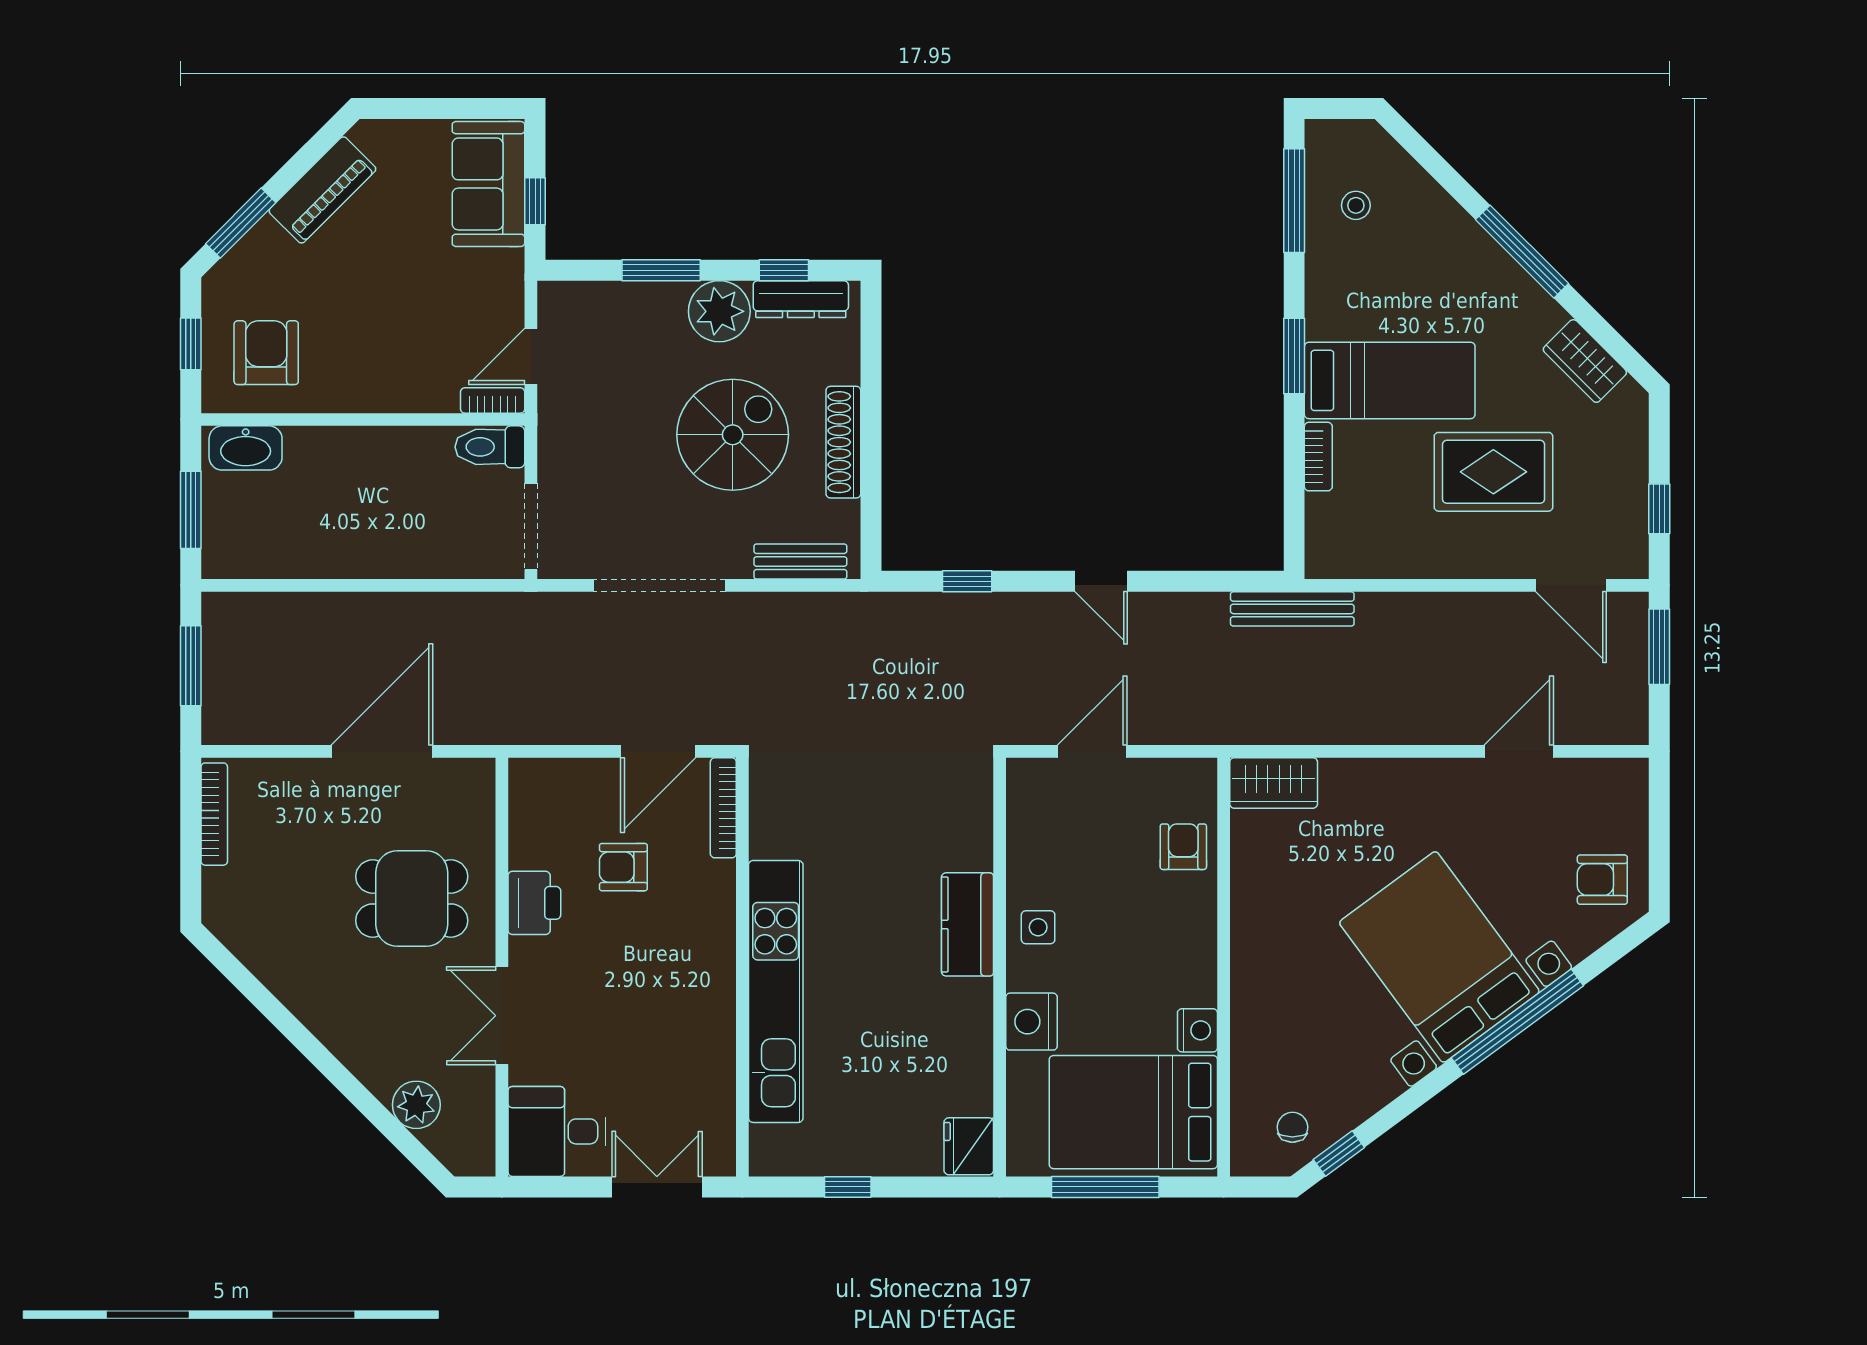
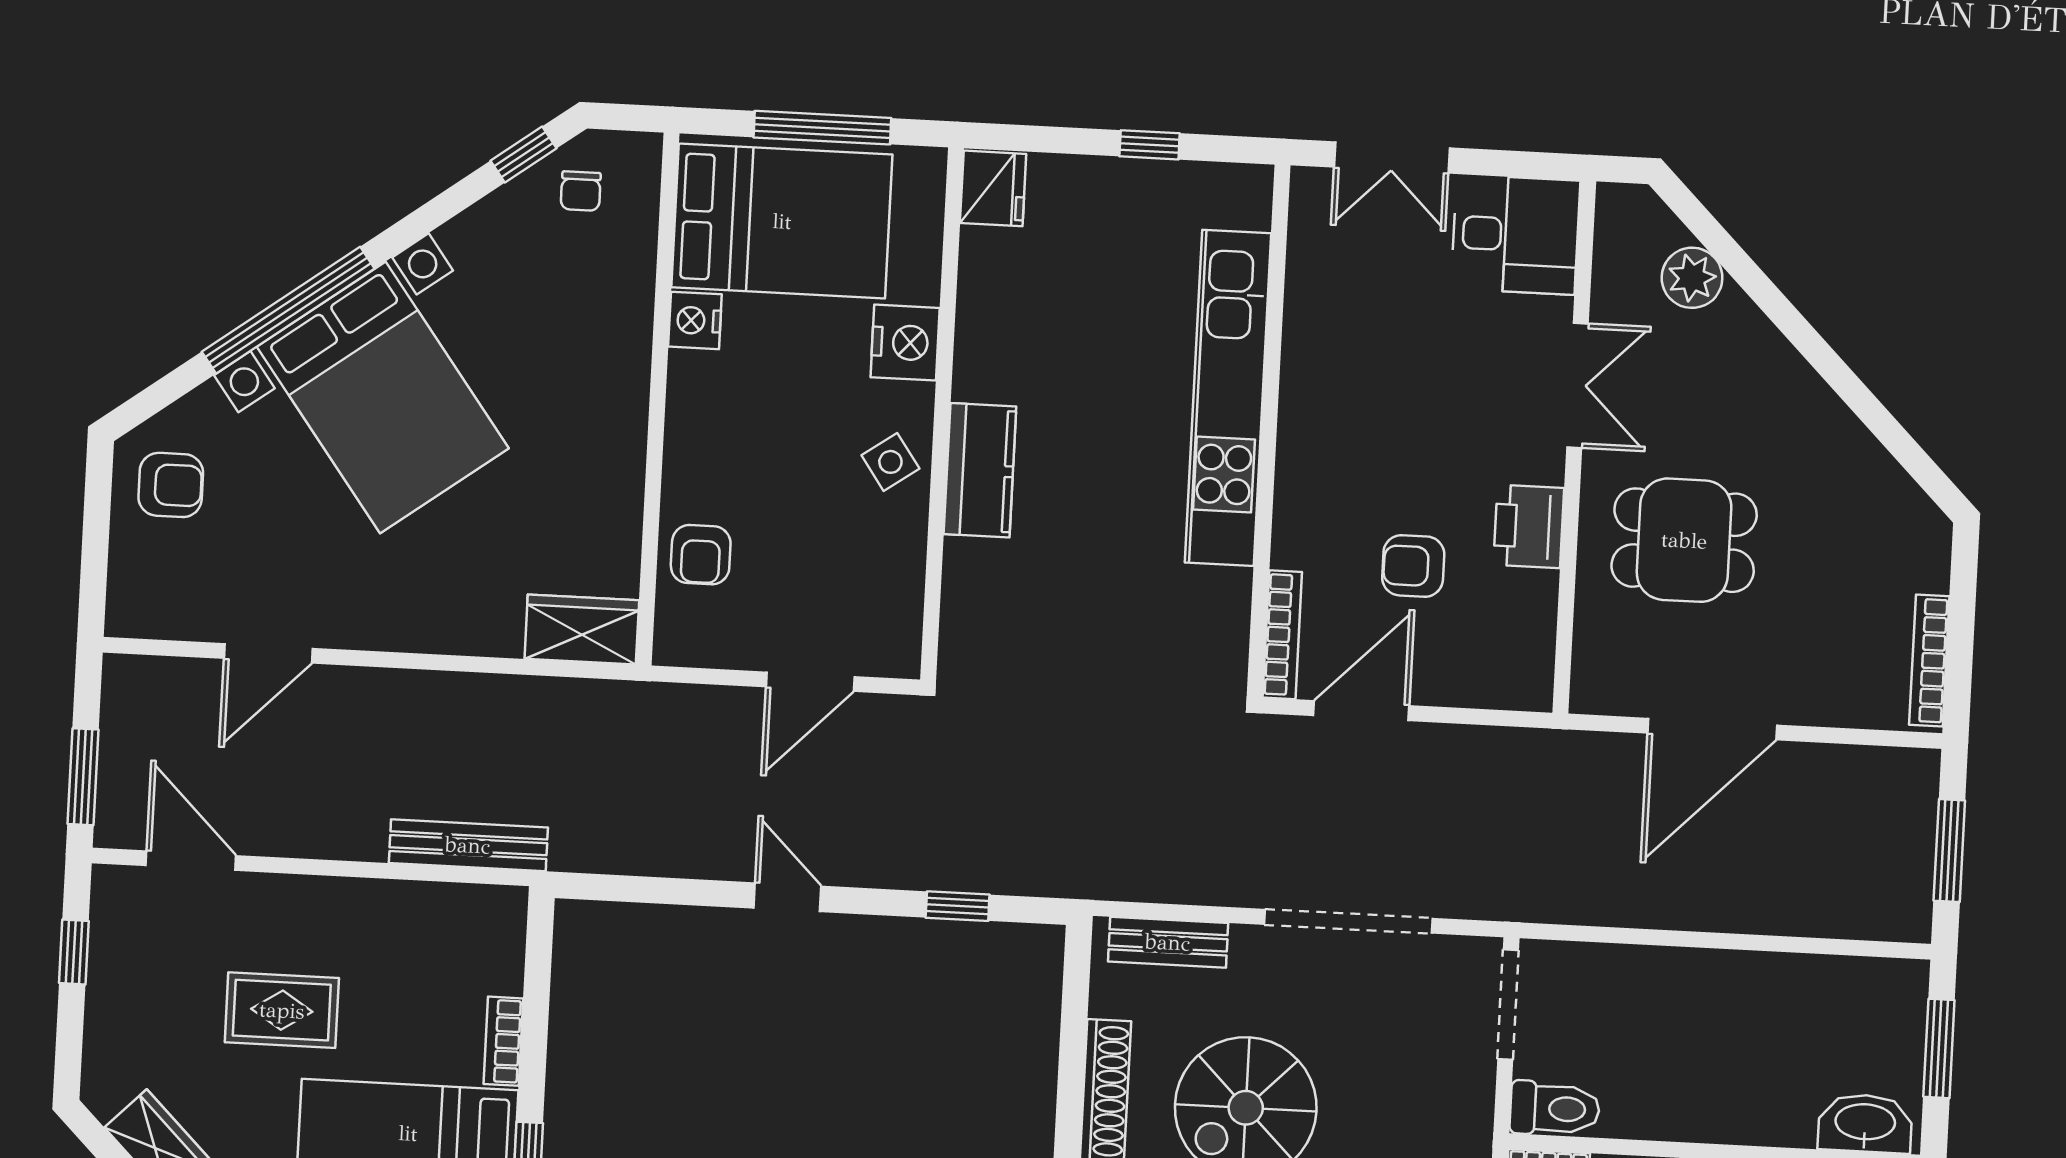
rug: (1493, 472) -> (282, 1010), width x0.73, depth x0.70
bench: (1292, 609) -> (468, 845), moved
armchair: (623, 867) -> (1413, 566), turned 180
side table: (1038, 927) -> (890, 462), turned -35

